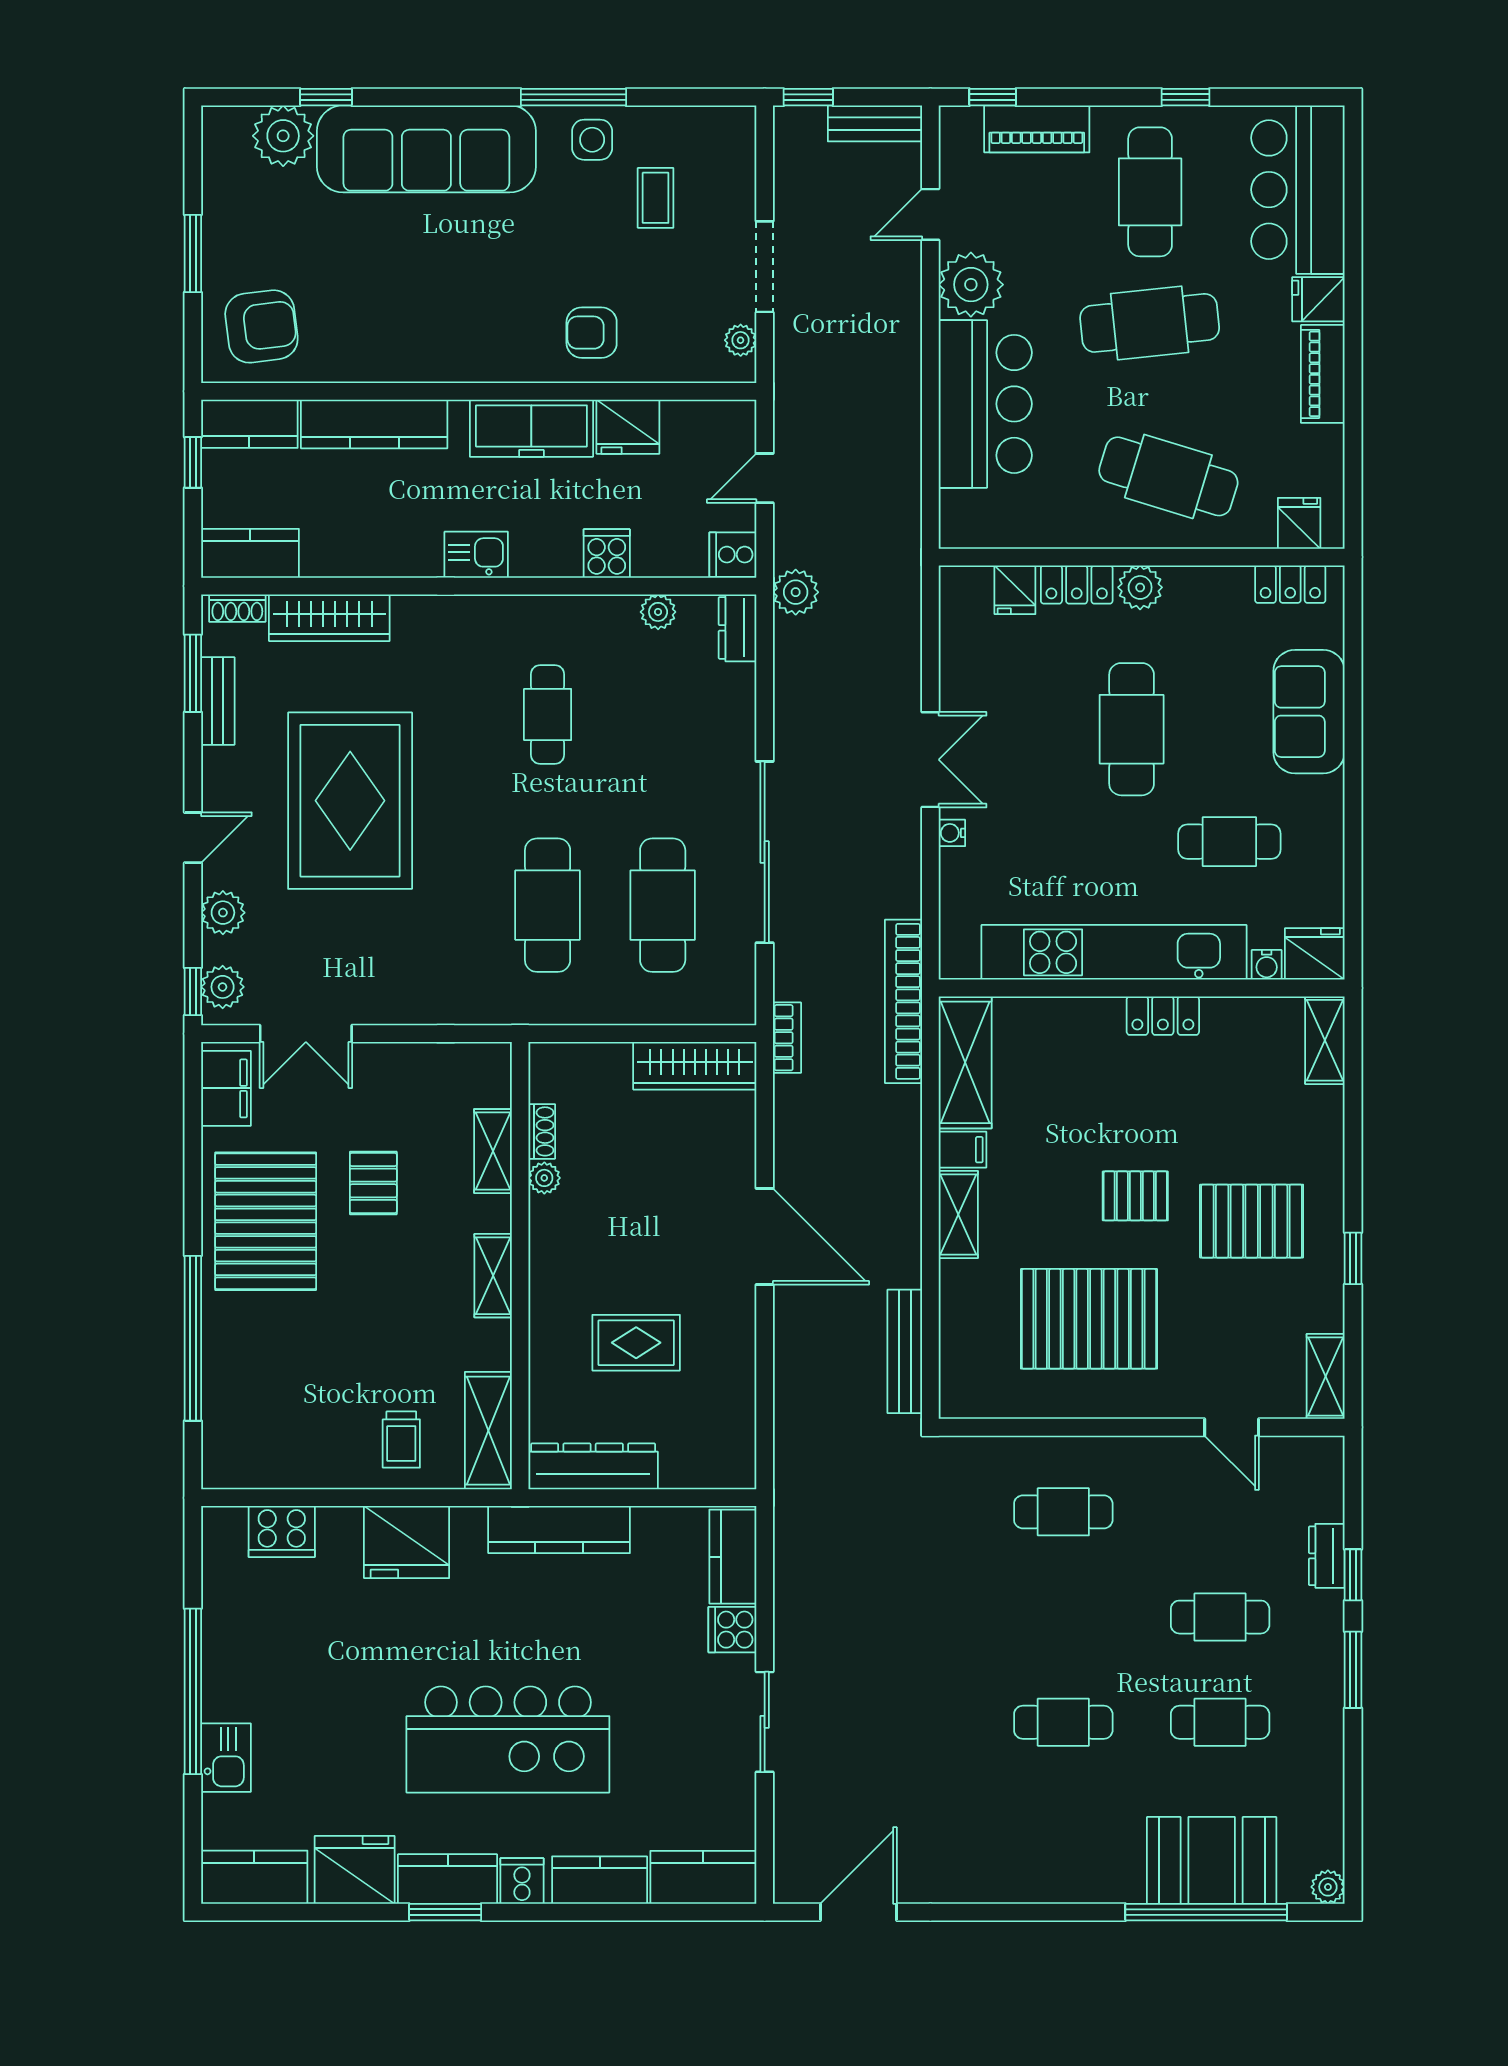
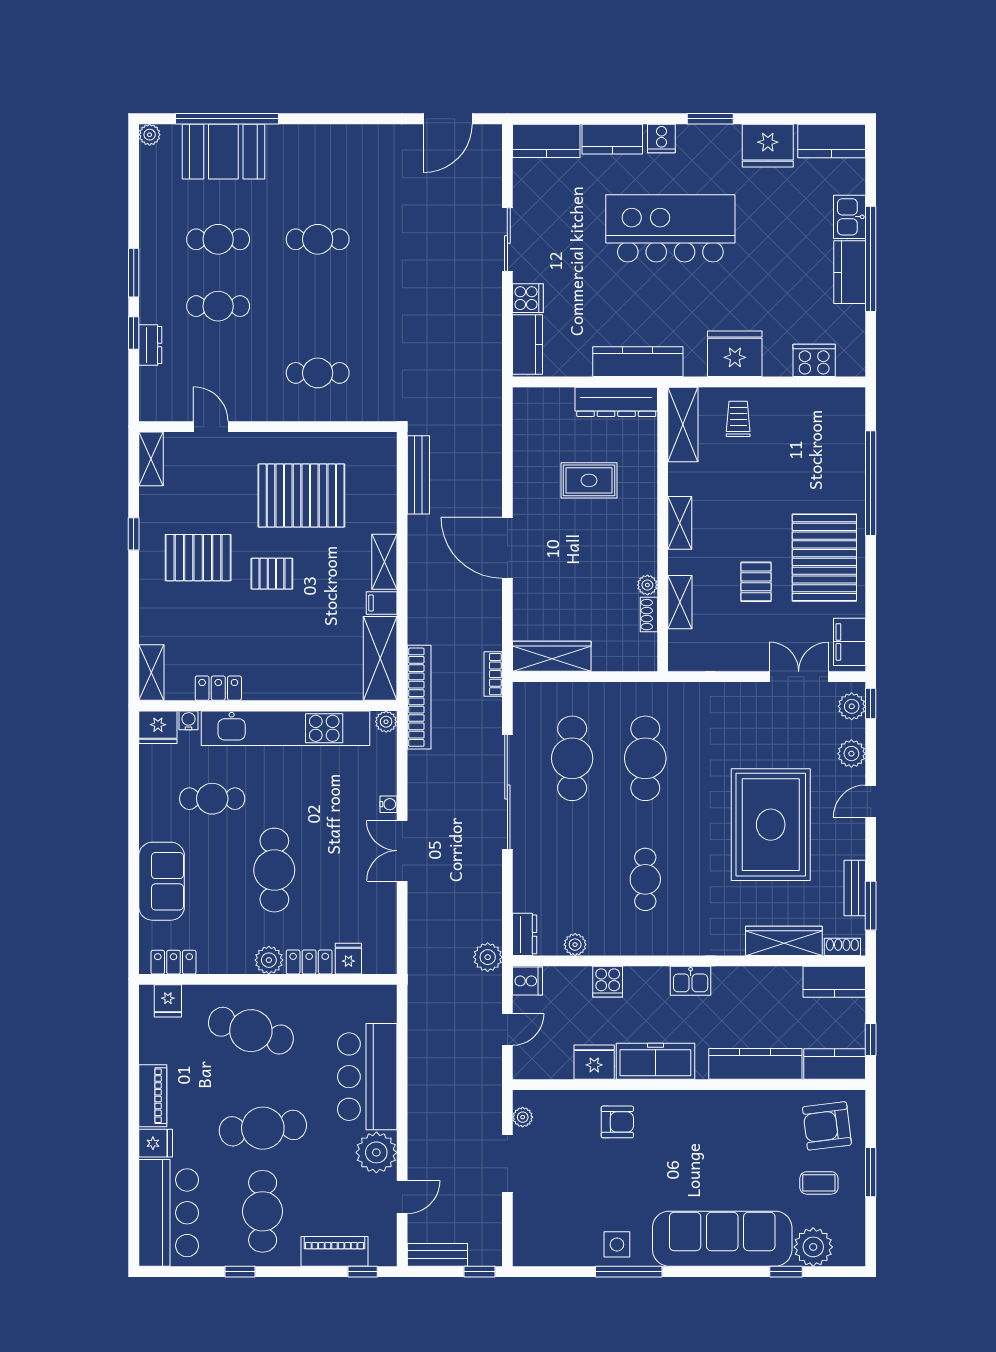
coffee table: (656, 198) -> (819, 1183), moved, turned 90
plant: (956, 963) -> (386, 722), added
locker: (1163, 1016) -> (218, 688), moved
kitchen counter: (448, 1879) -> (850, 272), moved, turned 90

